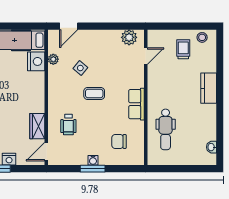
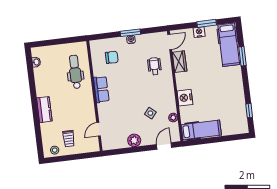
plant: (129, 37) -> (134, 140), moved
nightstand: (36, 61) -> (185, 98), moved
coffee table: (94, 93) -> (137, 94), removed

